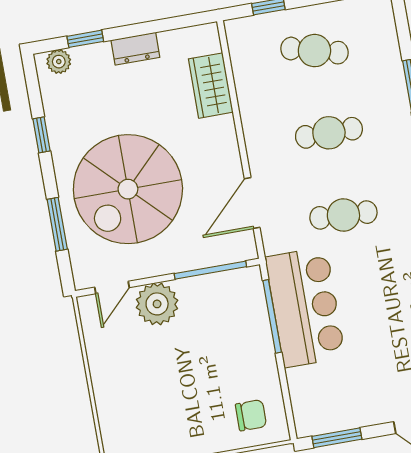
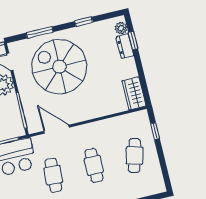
dresser: (135, 49) -> (125, 46), moved
wardrobe: (211, 86) -> (134, 93), moved, turned -90

